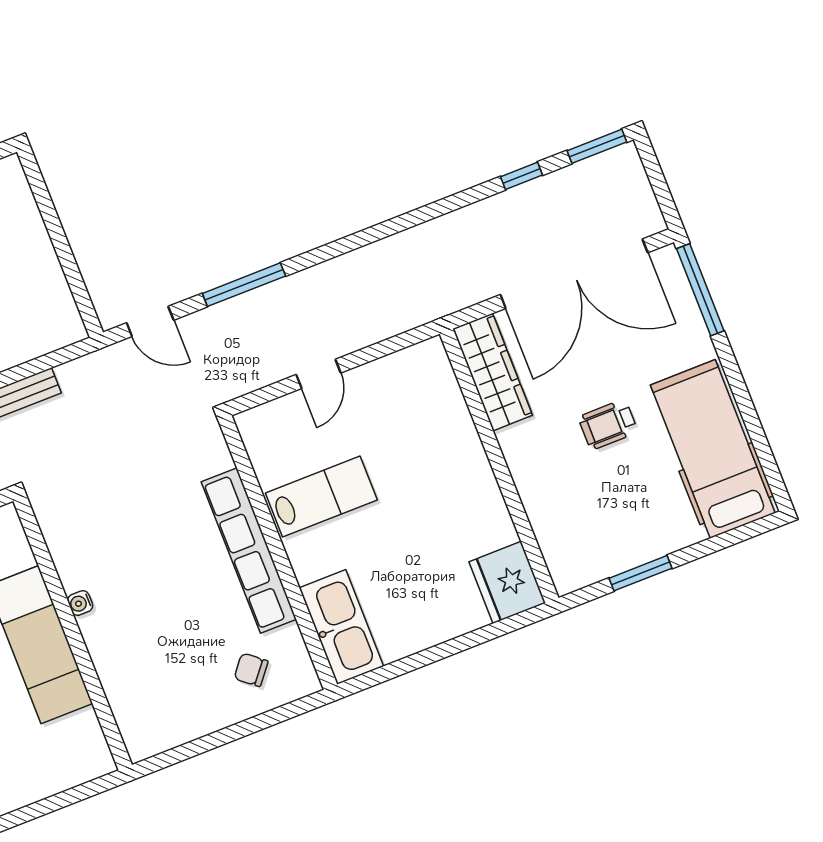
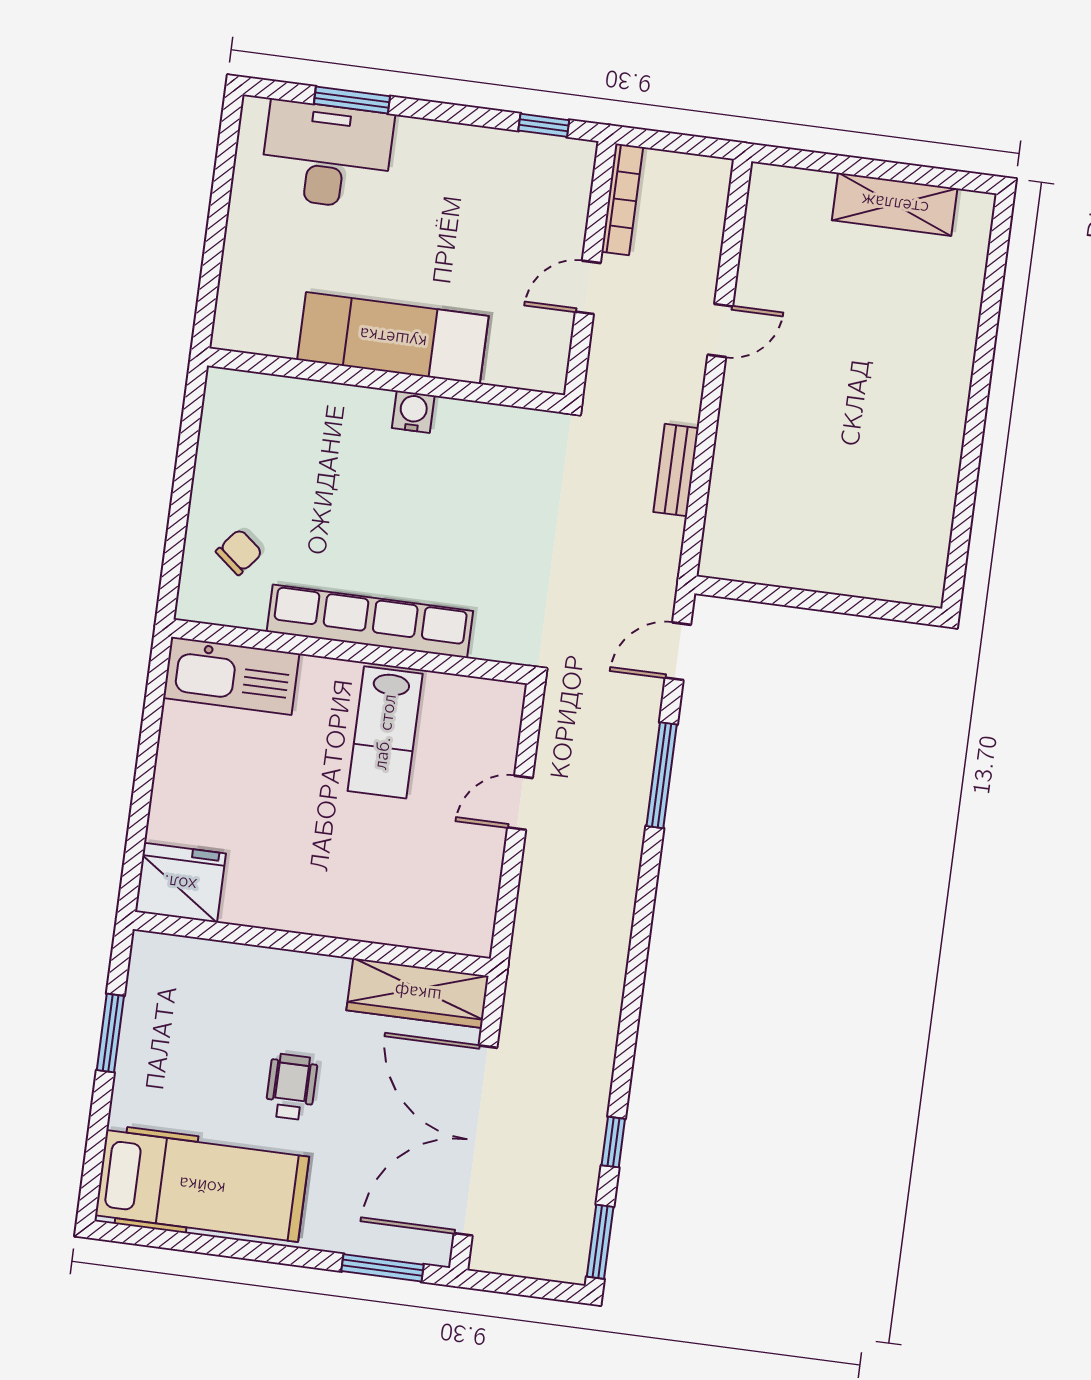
window: (700, 290) -> (382, 1268), width x0.69
door: (318, 374) -> (520, 803), hinge flipped
water cooler: (80, 603) -> (413, 412), width x1.38, depth x1.38

